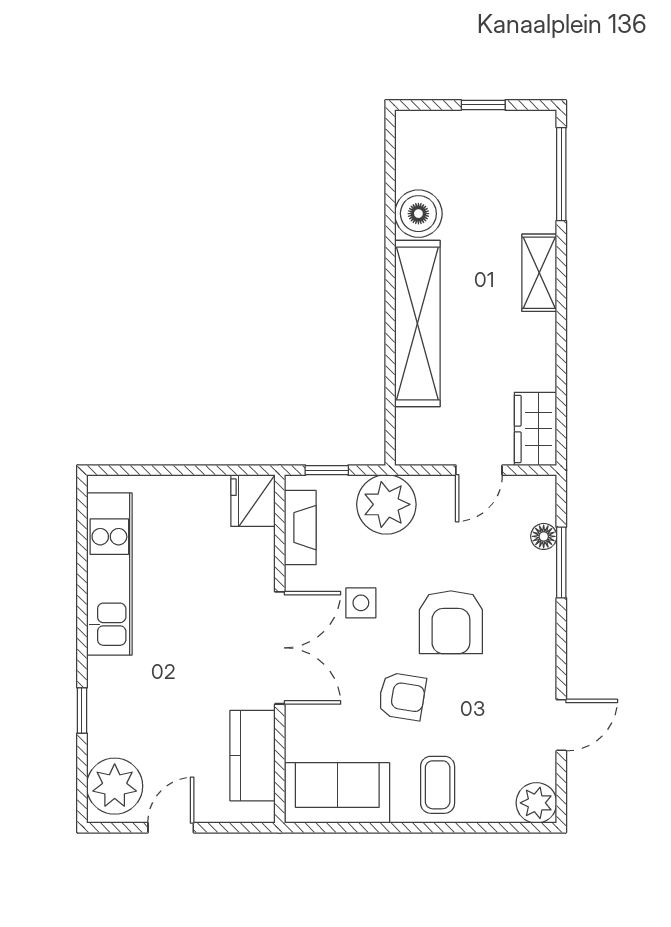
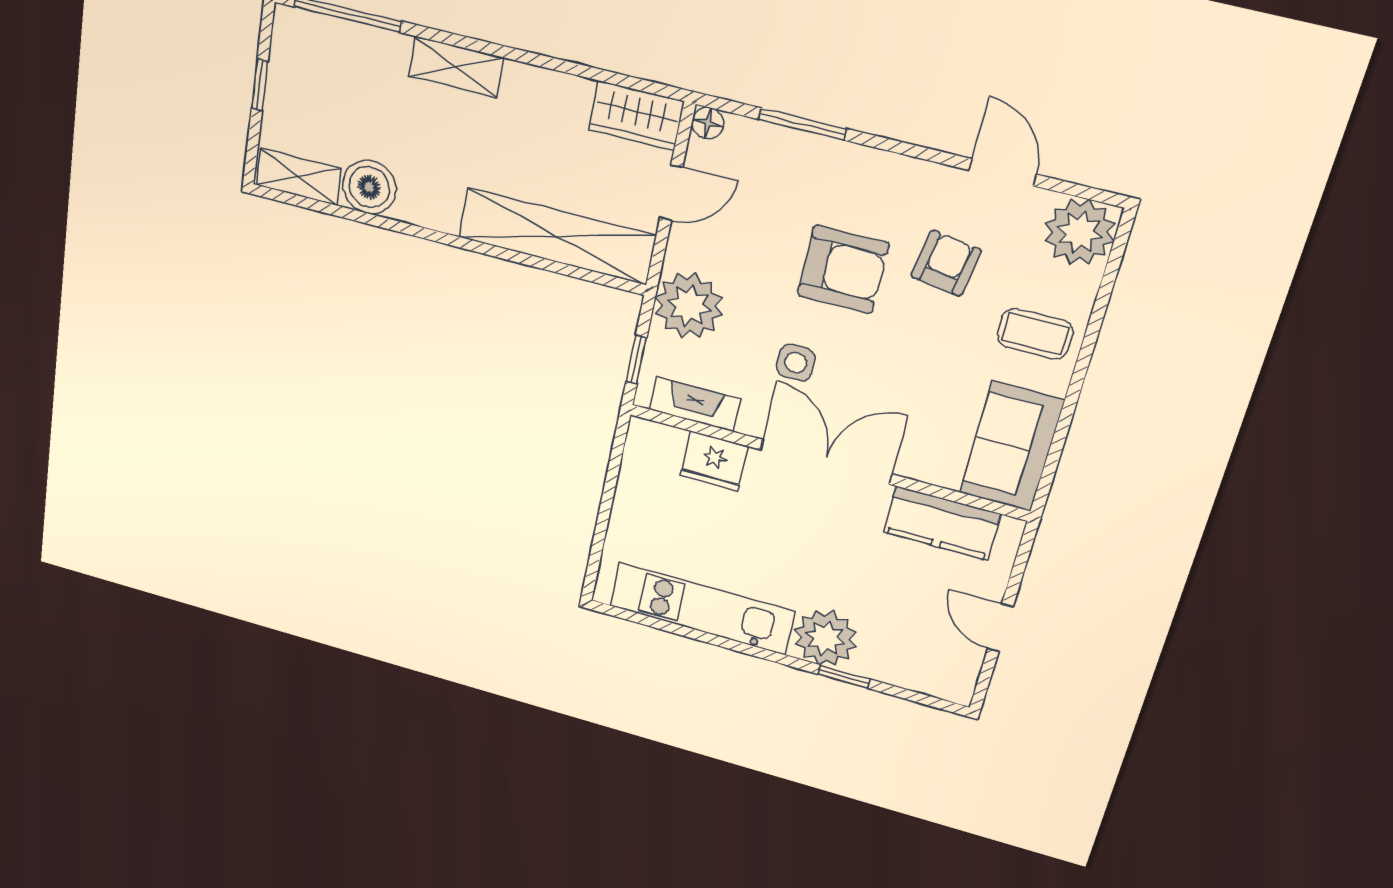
shelving: (412, 149) -> (298, 177), added
shelving: (417, 323) -> (557, 236), moved
door: (479, 470) -> (671, 193), hinge flipped
fridge: (253, 501) -> (714, 461), moved
floor lamp: (544, 536) -> (708, 123), moved
armchair: (402, 696) -> (946, 263), moved
plant: (115, 786) -> (825, 638), moved
plant: (536, 803) -> (1080, 232), width x1.36, depth x1.36

